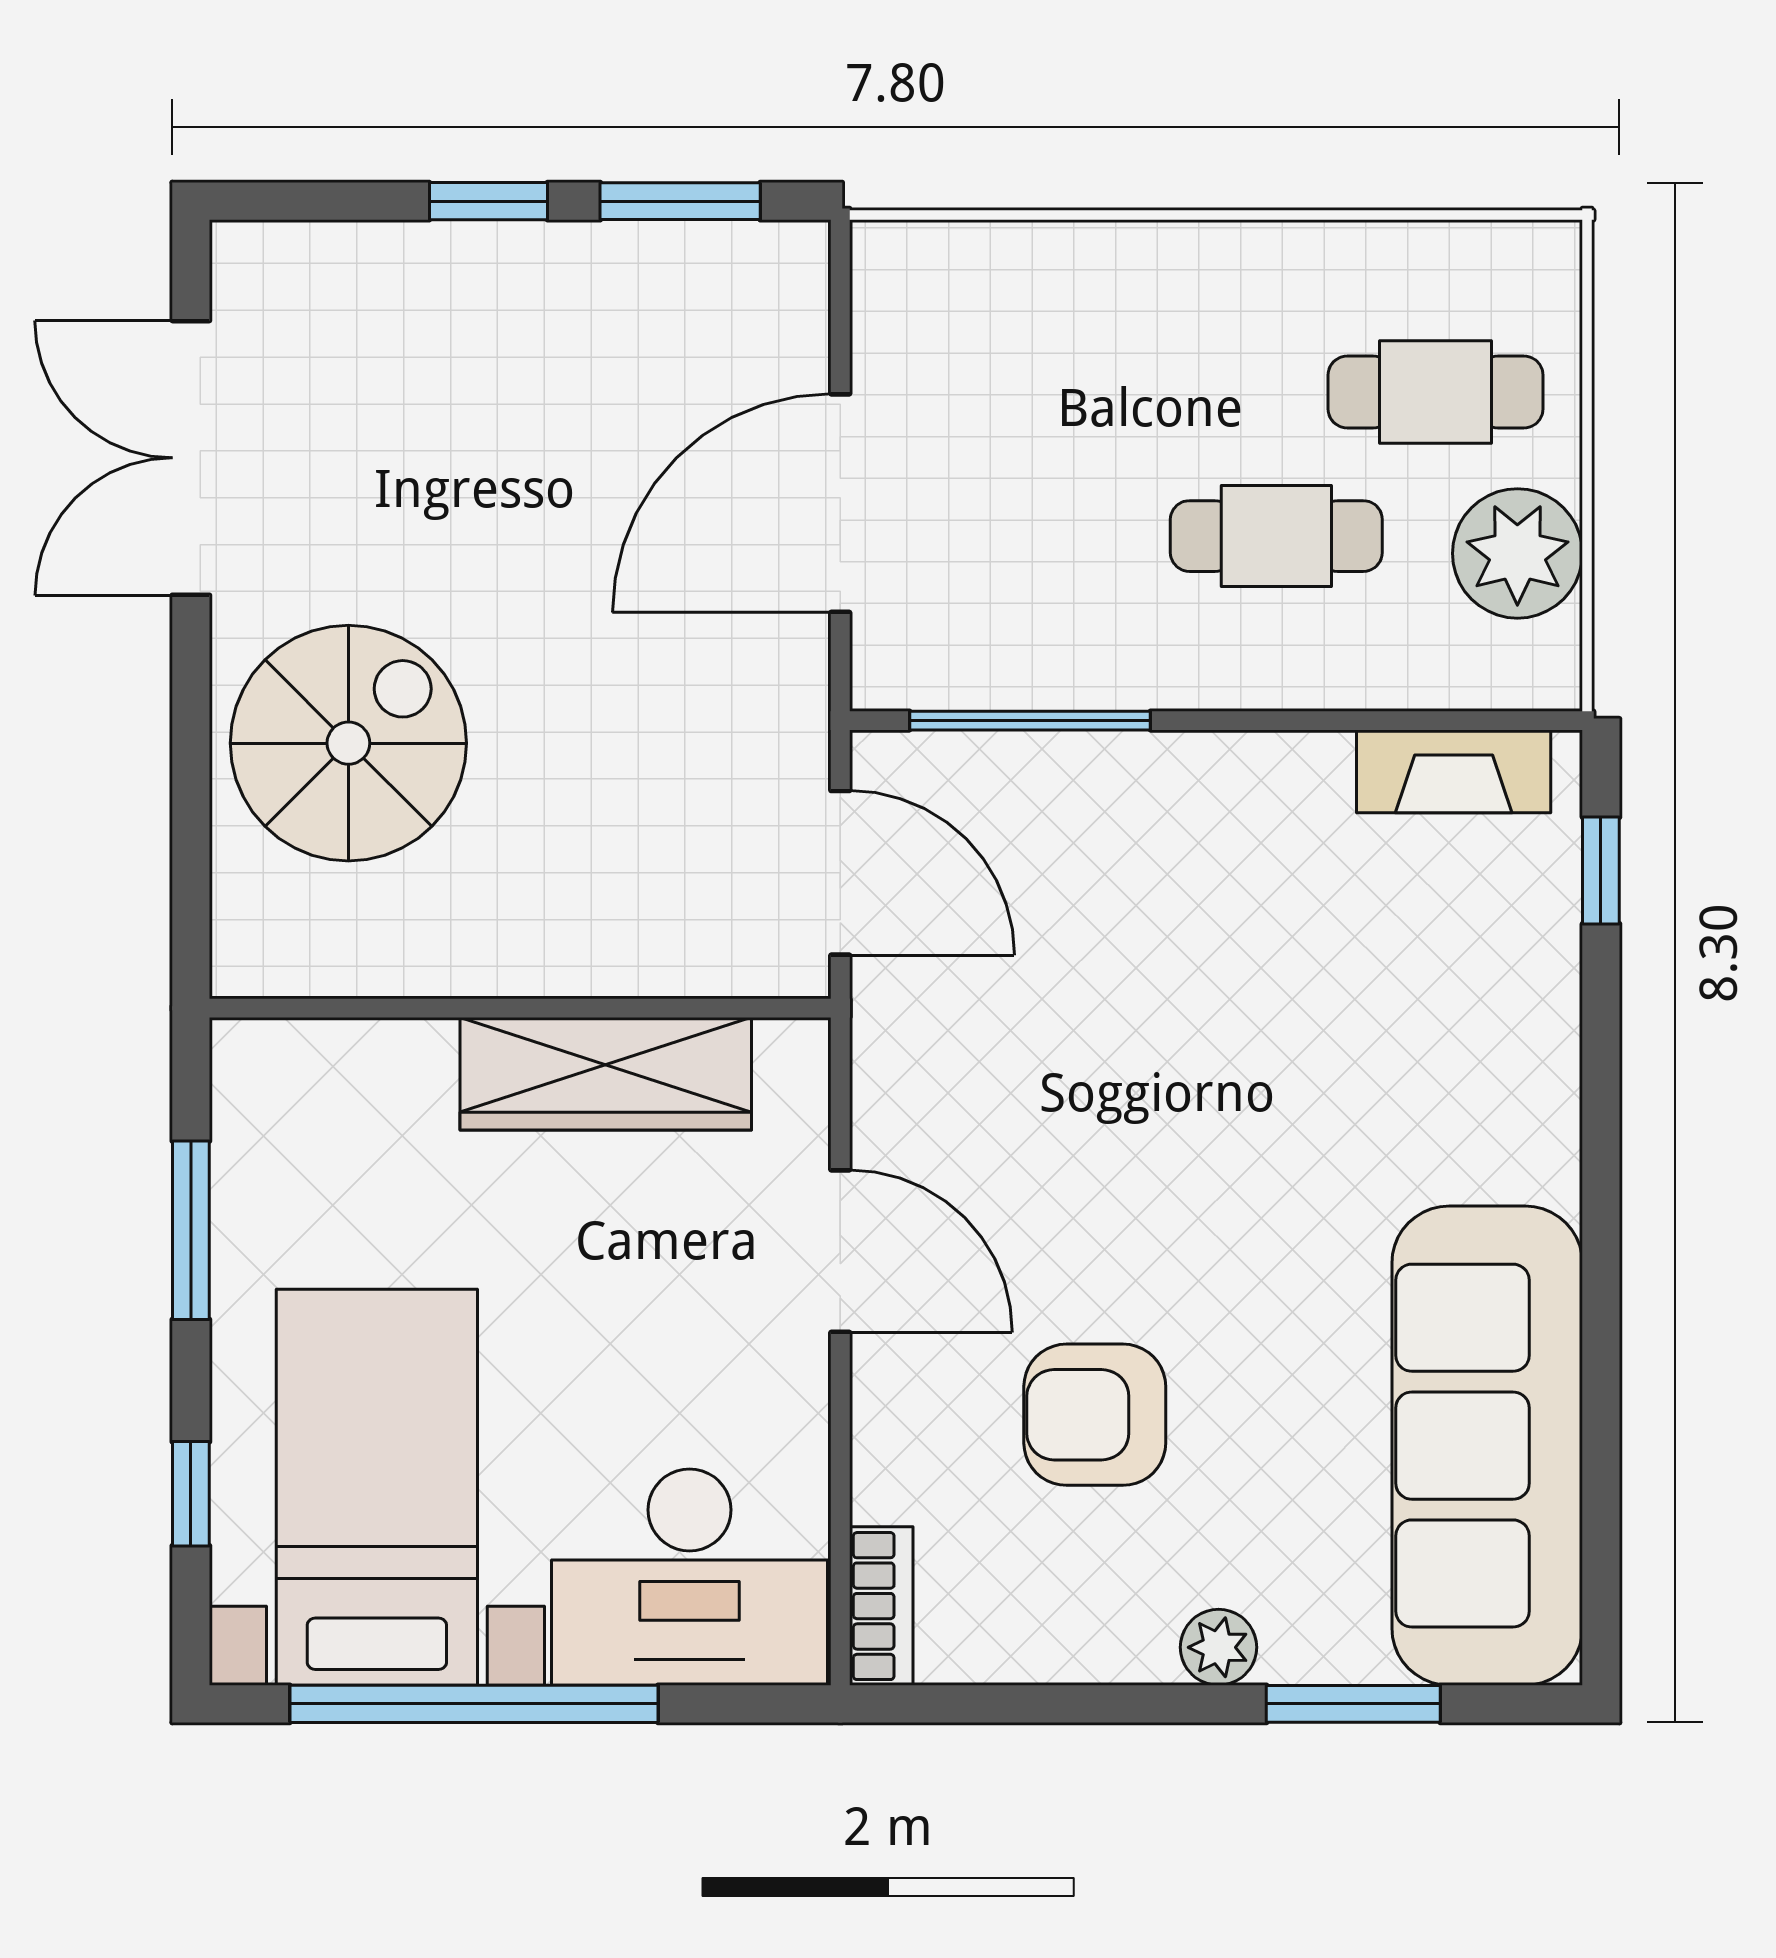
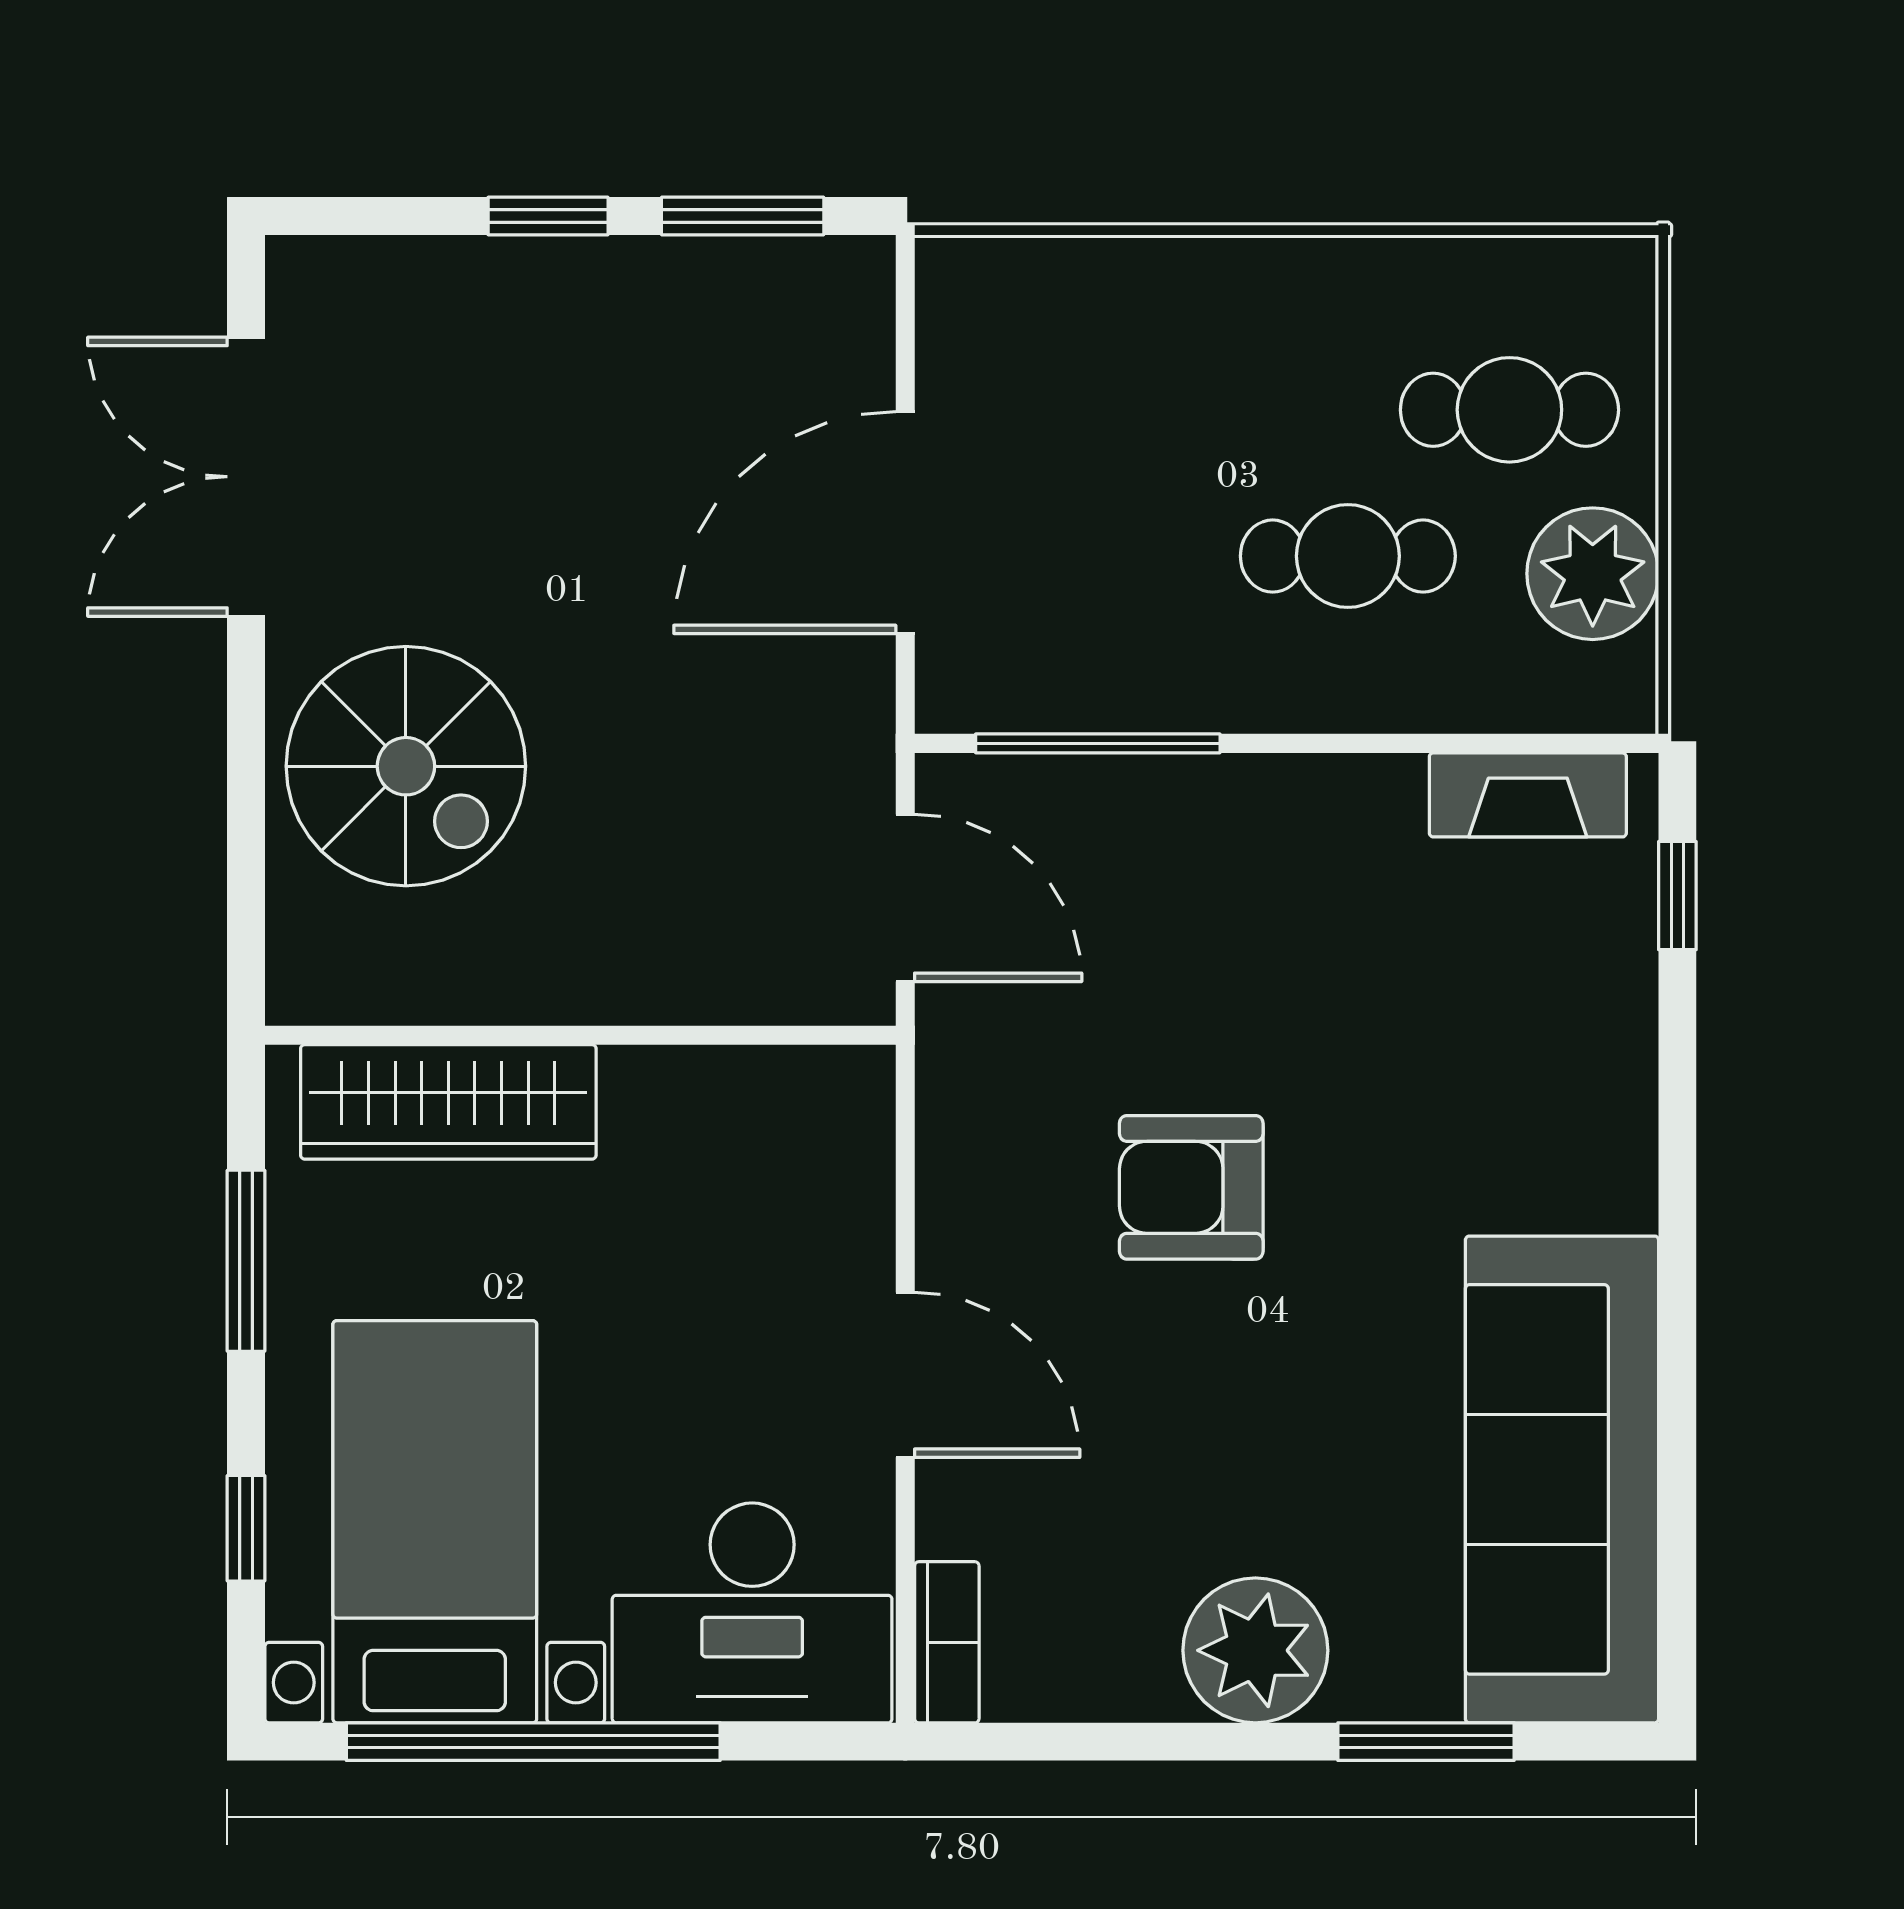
spiral stairs: (348, 743) -> (406, 766), turned 90
wardrobe: (606, 1074) -> (448, 1102), moved
door: (840, 1251) -> (905, 1375), moved
armchair: (1095, 1415) -> (1191, 1187), moved
plant: (1219, 1647) -> (1255, 1650), width x1.88, depth x1.88

